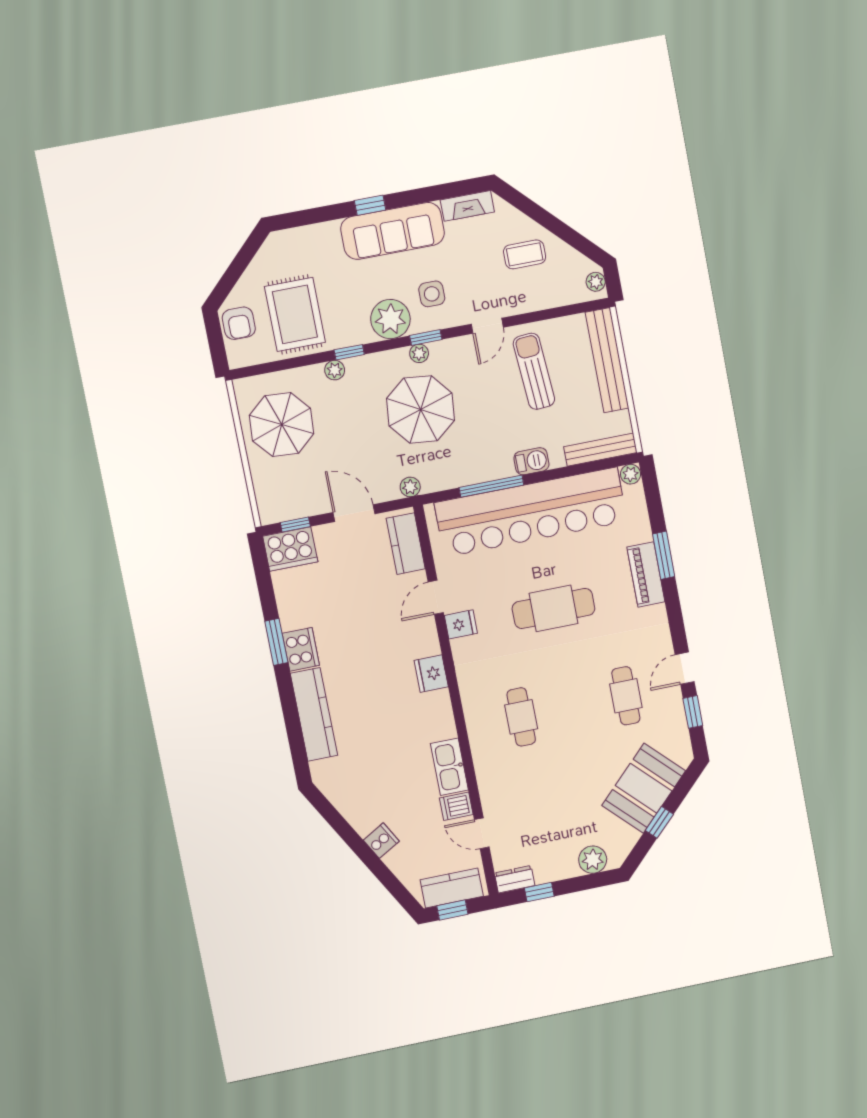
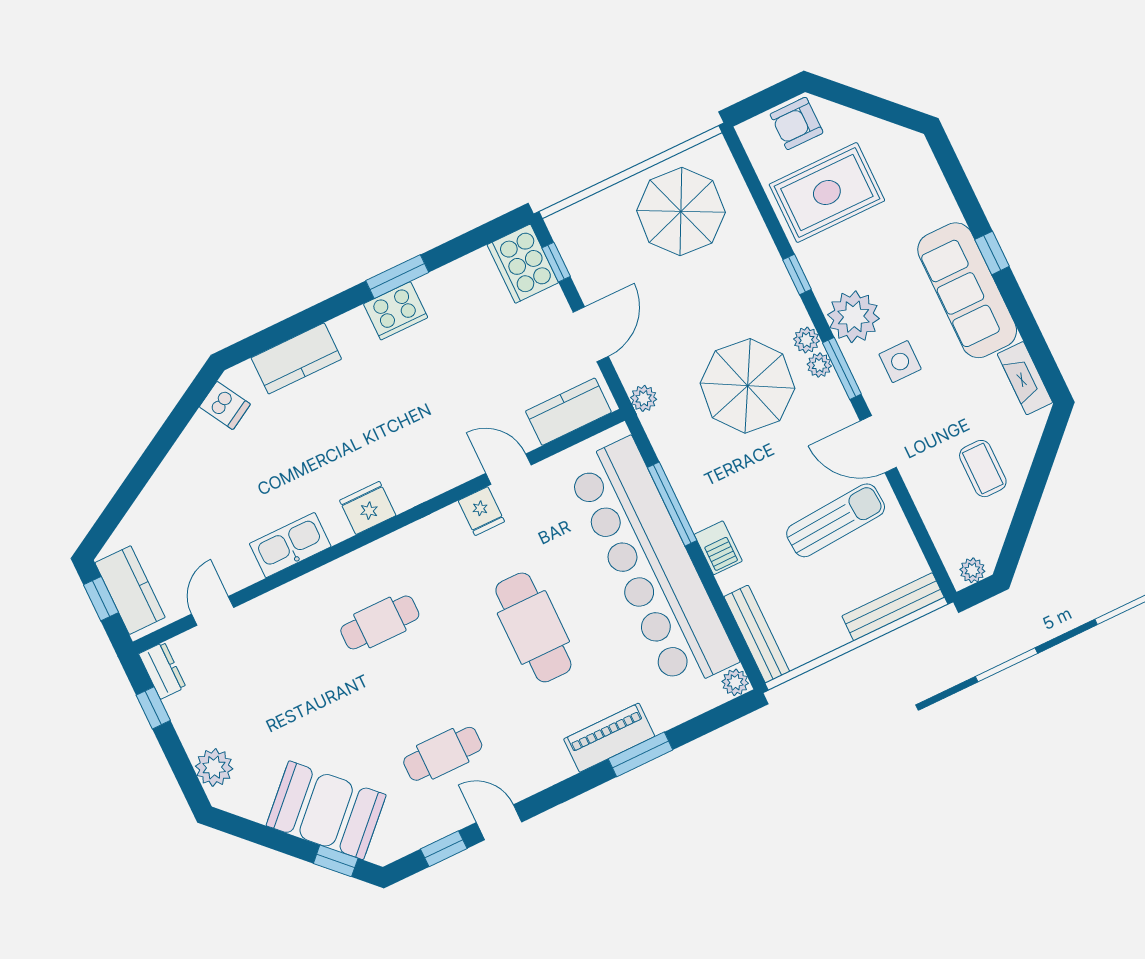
door: (487, 326) -> (878, 444), width x1.38
window: (426, 338) -> (842, 368), width x1.50
bench: (607, 360) -> (893, 607), width x0.73, depth x0.82
plant: (335, 370) -> (806, 340), moved
fridge: (431, 674) -> (368, 508), moved
kitchen counter: (314, 714) -> (296, 358), width x0.67
dishwasher: (456, 806) -> (225, 405), moved, turned 150
window: (659, 822) -> (336, 861), moved
cooker: (381, 841) -> (170, 481), removed

